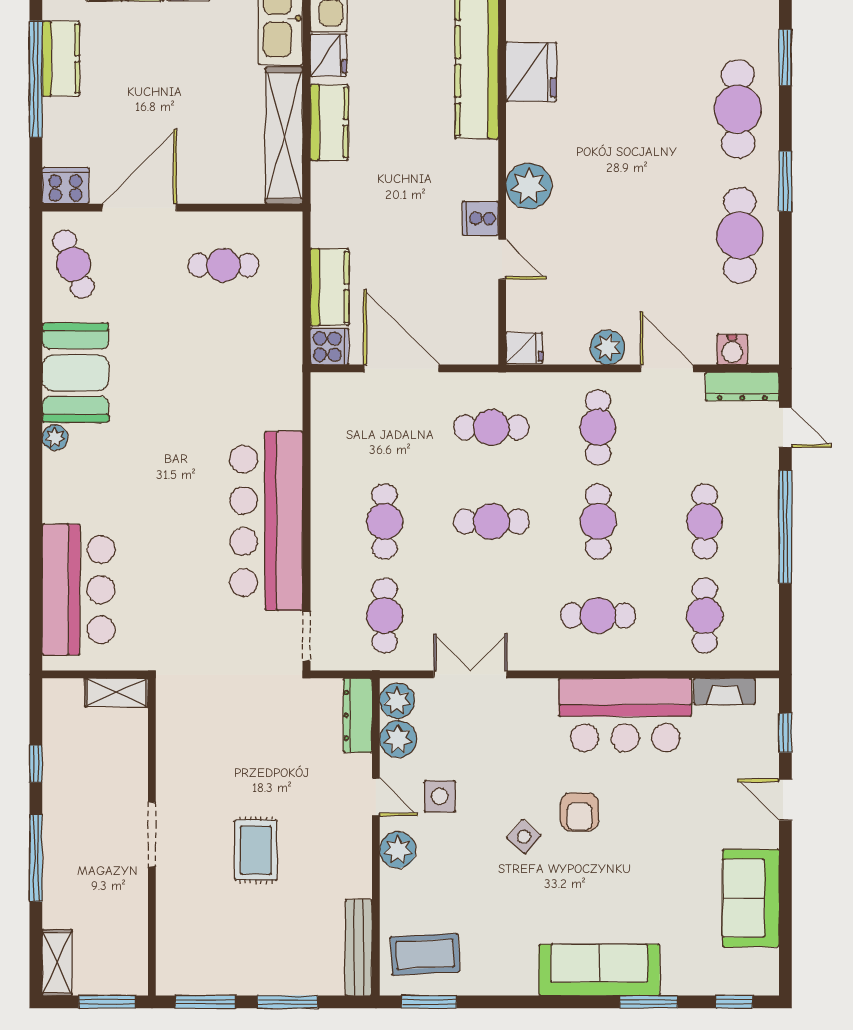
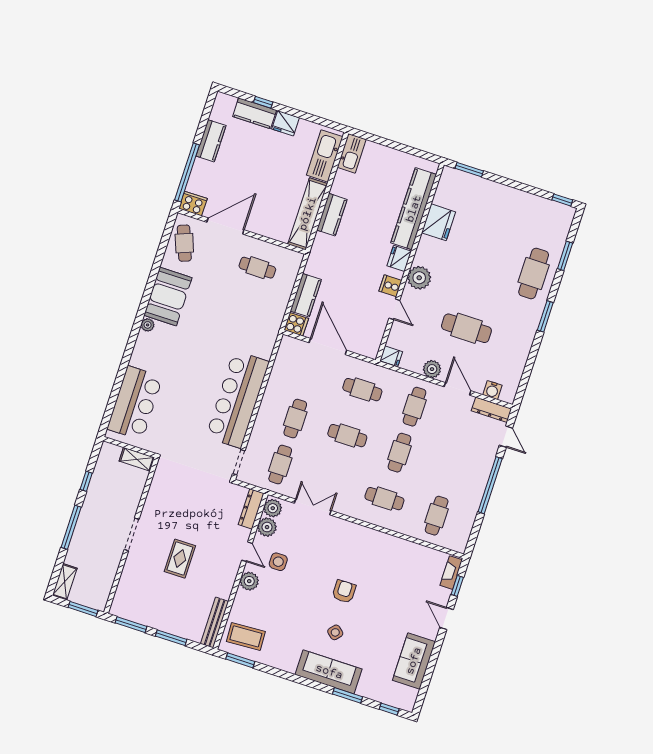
fridge: (328, 55) -> (399, 258), moved, turned 180
window: (36, 79) -> (187, 172), moved
cafe table: (740, 235) -> (466, 328), moved, turned 90
cafe table: (705, 521) -> (452, 470), removed
fireplace: (725, 691) -> (451, 573), moved, turned 90
bar counter: (625, 715) -> (382, 552), removed
armchair: (579, 812) -> (344, 592), turned 180
side table: (524, 837) -> (335, 632), moved

